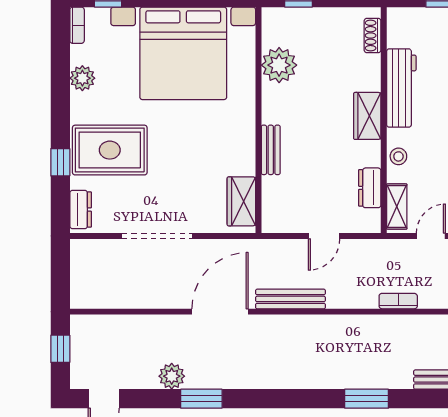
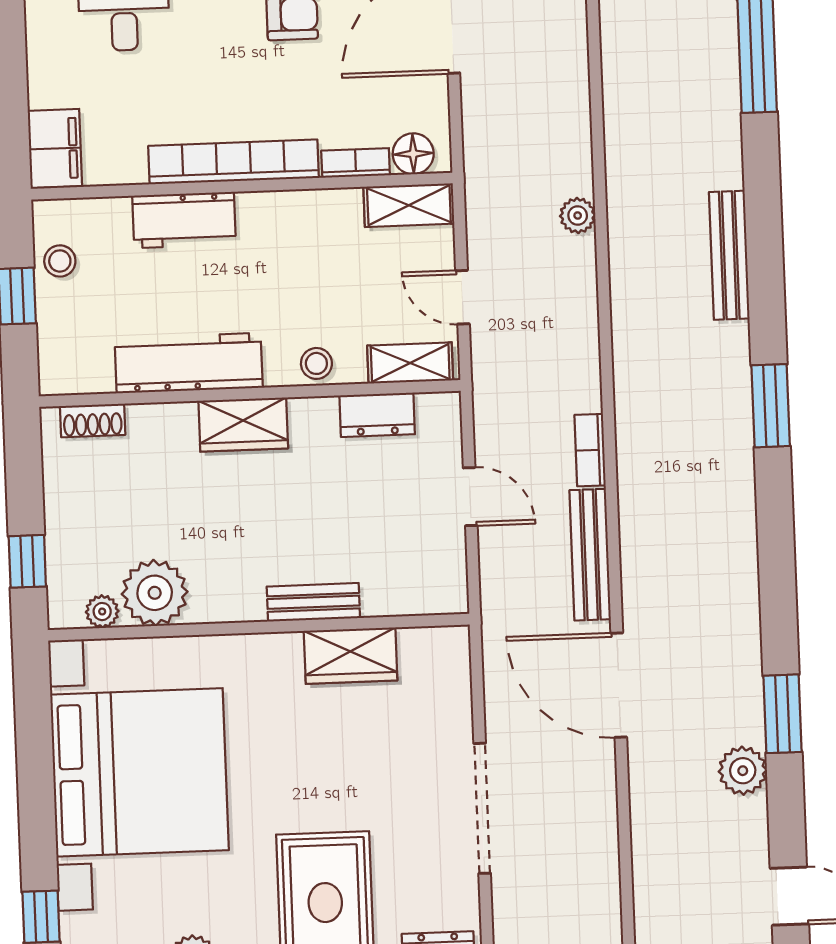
plant: (270, 37) -> (102, 612), added
wardrobe: (241, 201) -> (351, 656), moved
bookcase: (398, 301) -> (590, 450), moved

